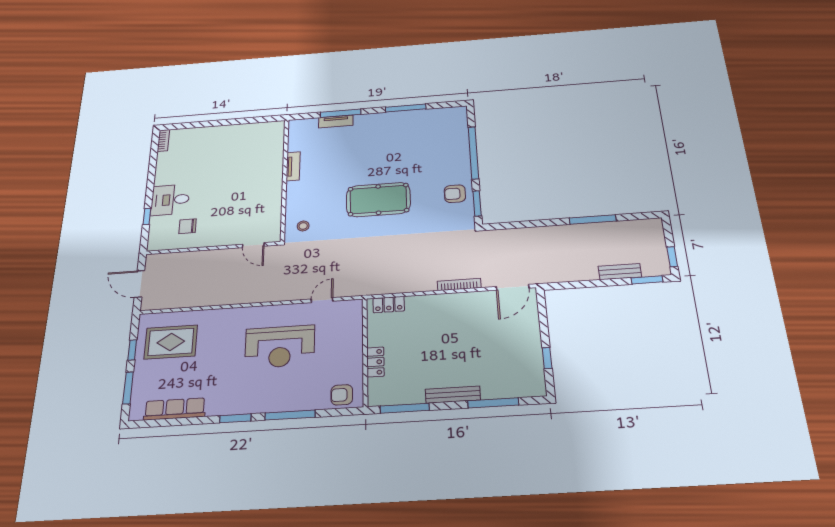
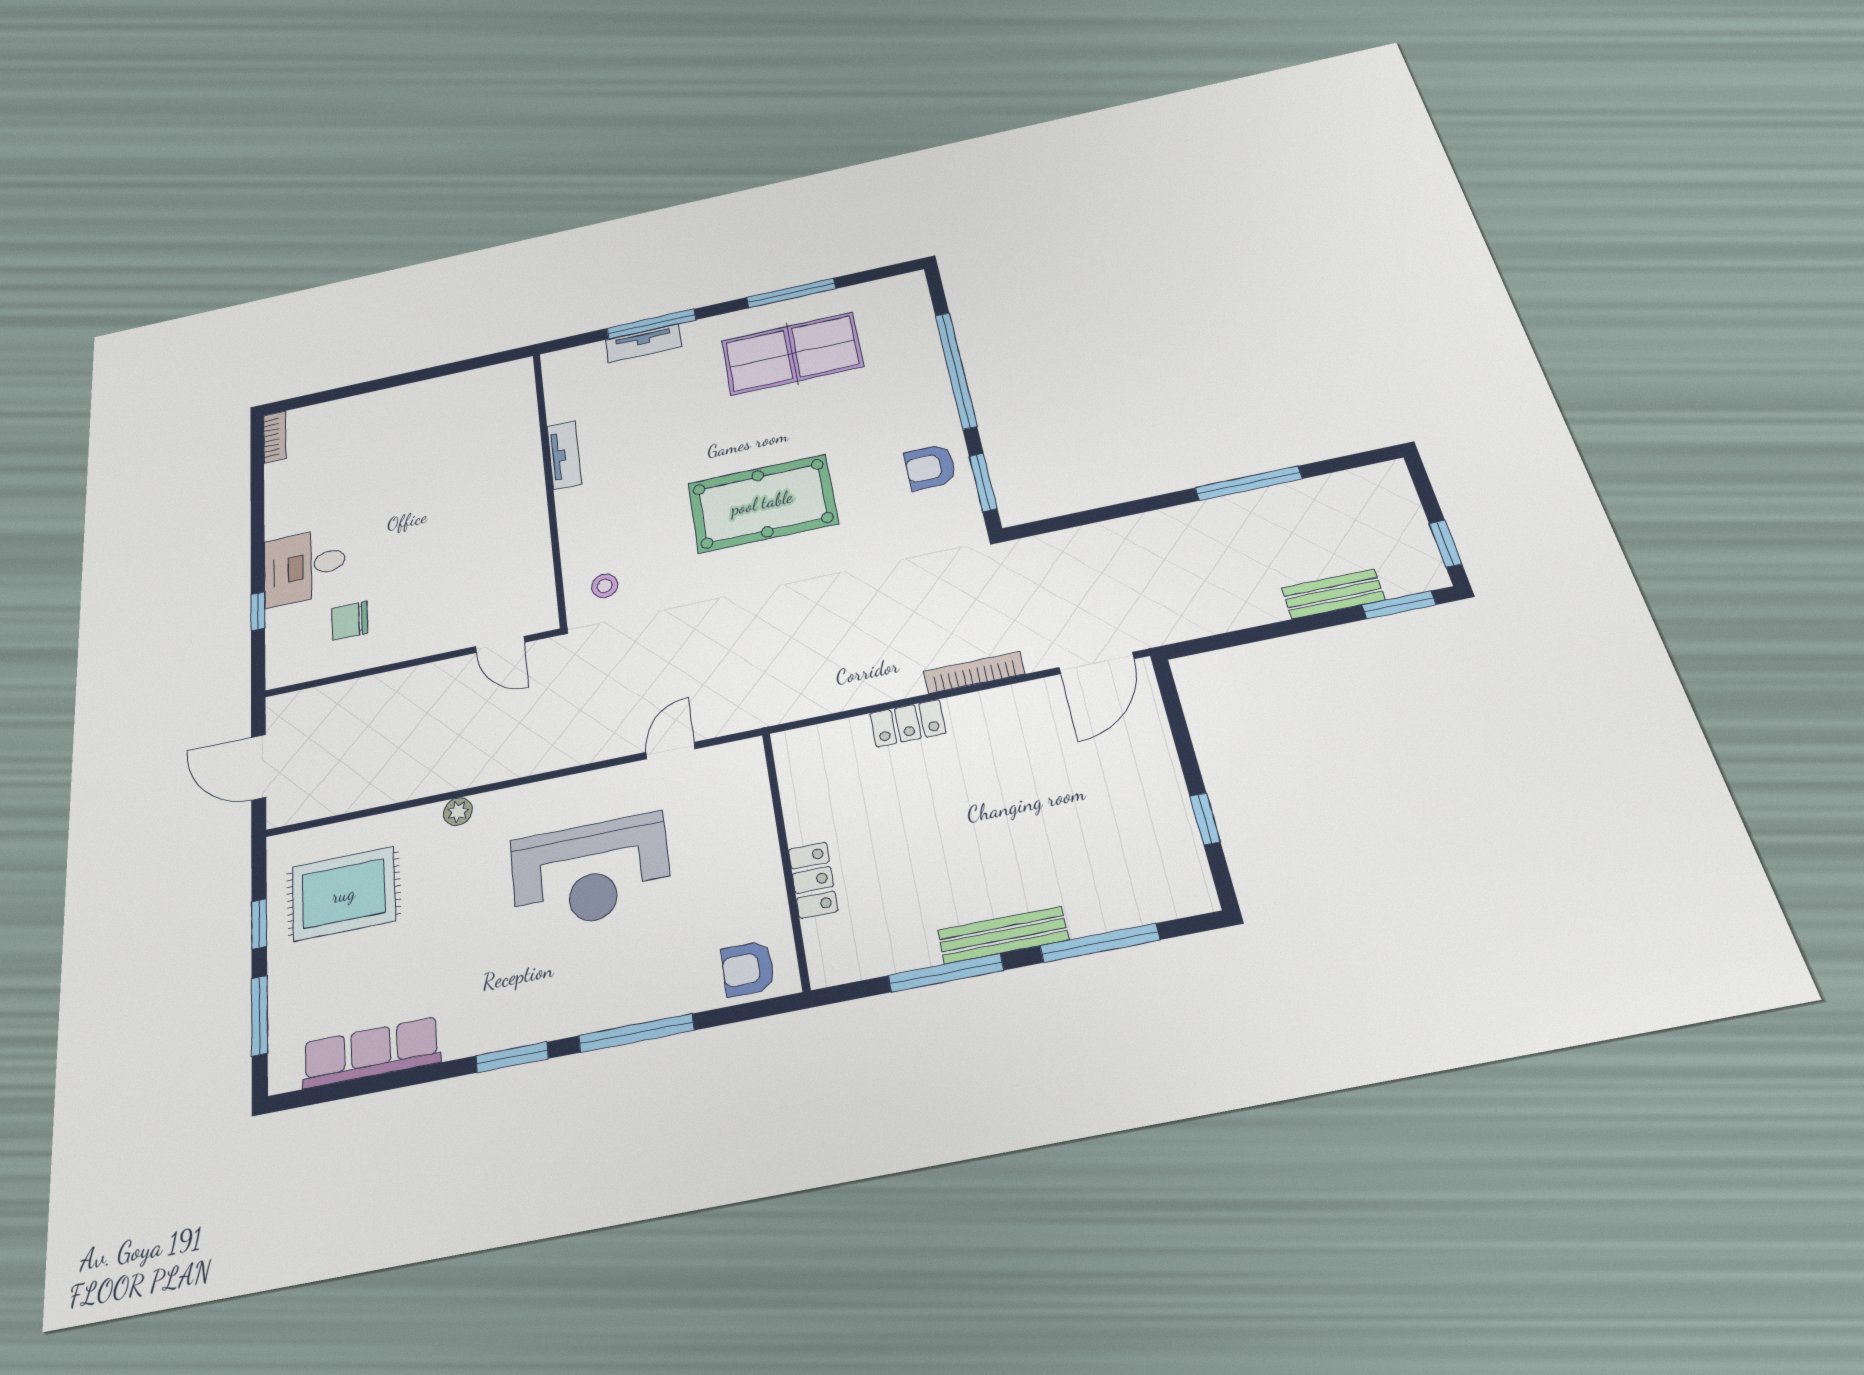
table tennis table: (402, 135) -> (792, 354), added
locker: (389, 305) -> (908, 723), moved
plant: (225, 314) -> (458, 812), added
window: (405, 408) -> (946, 973), moved

